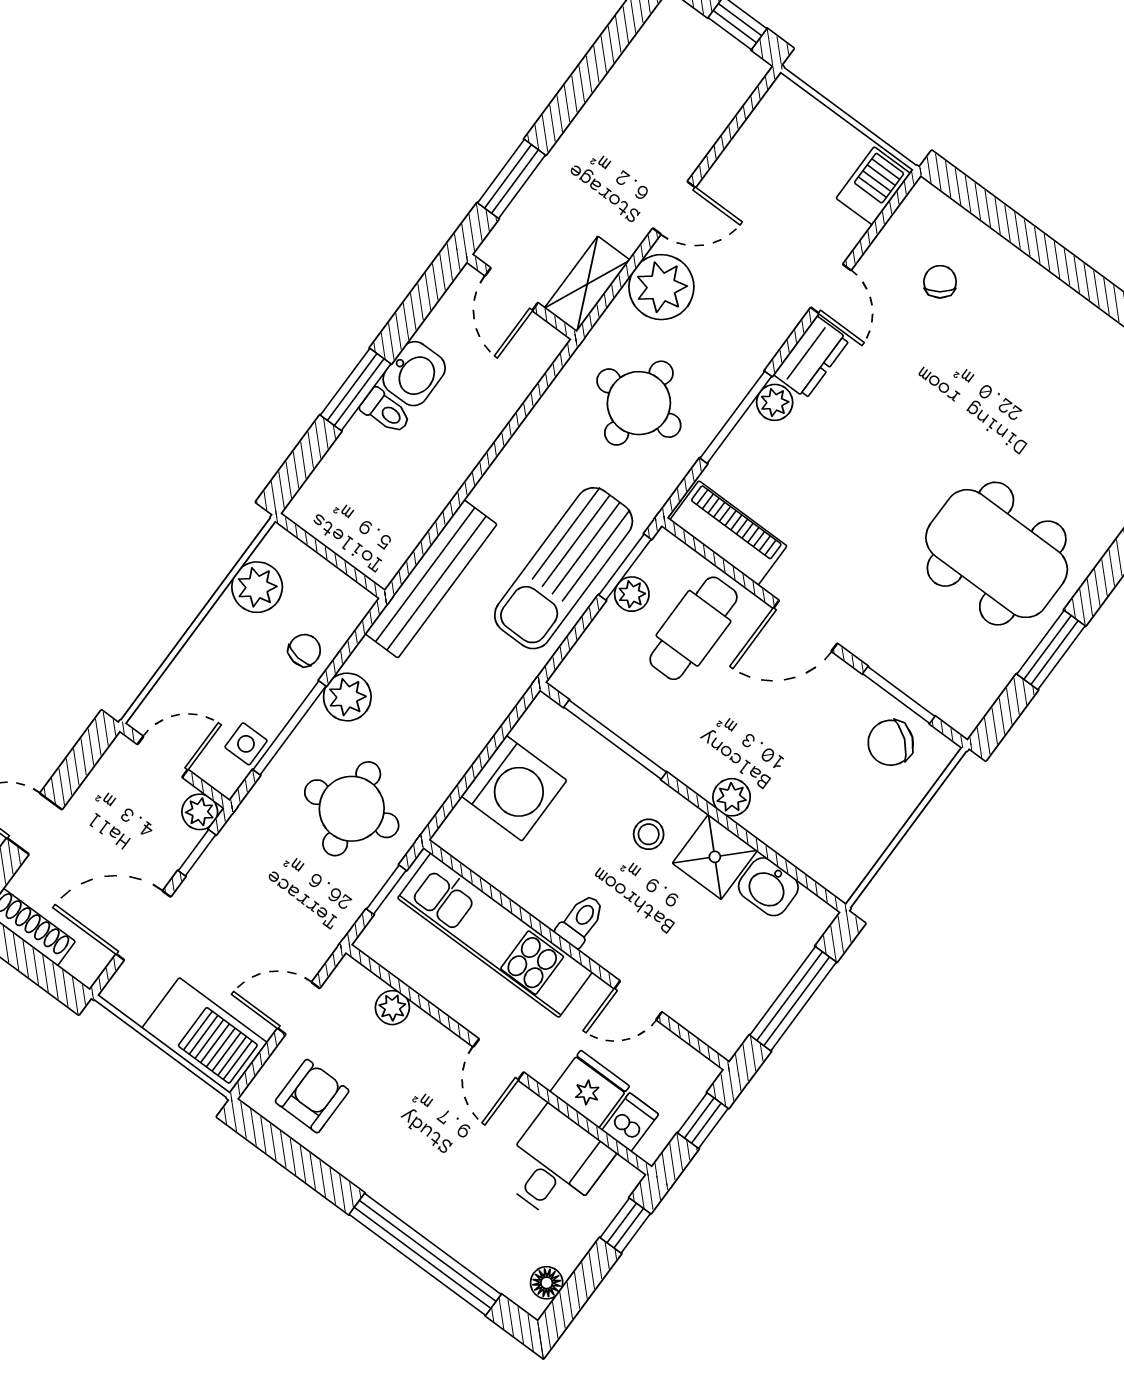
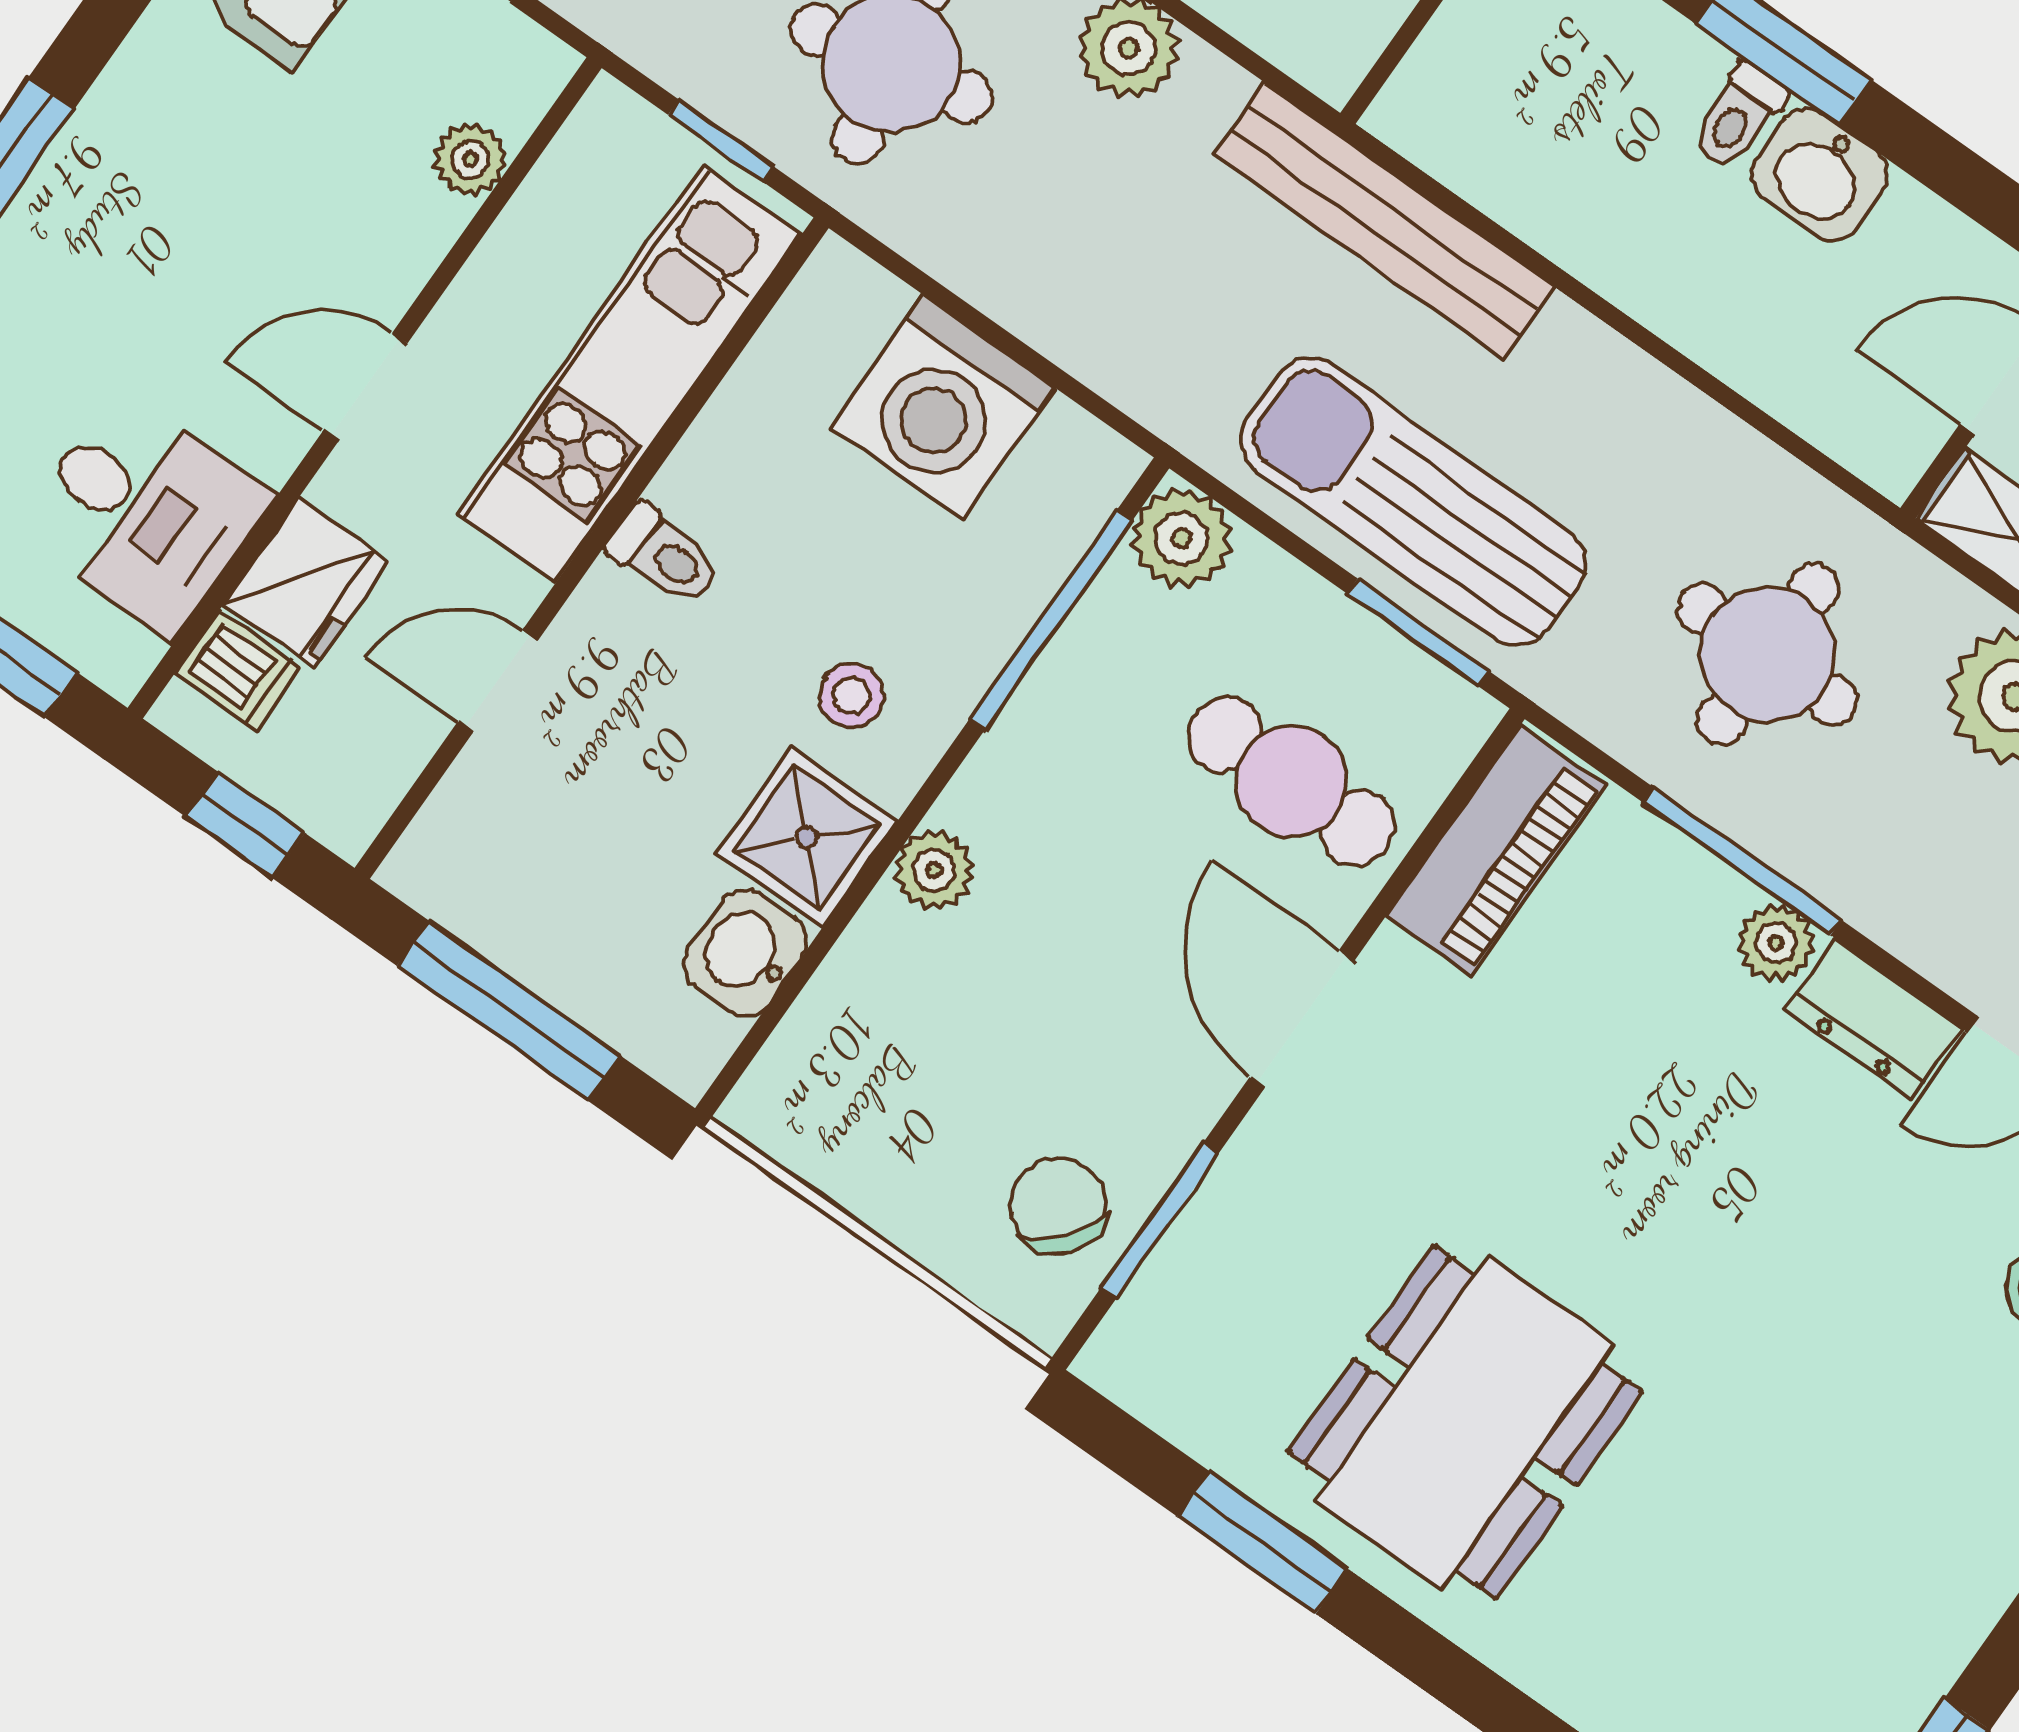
plant: (632, 594) -> (1181, 538), moved, width x1.38, depth x1.38
door: (638, 1000) -> (498, 681), hinge flipped

